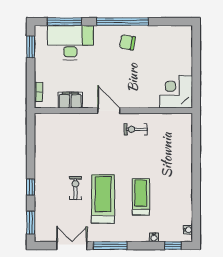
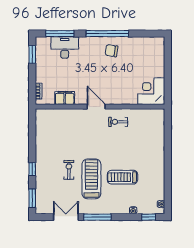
desk: (70, 43) -> (65, 48), width x0.73, depth x0.77
treadmill: (141, 197) -> (122, 177), turned -90

